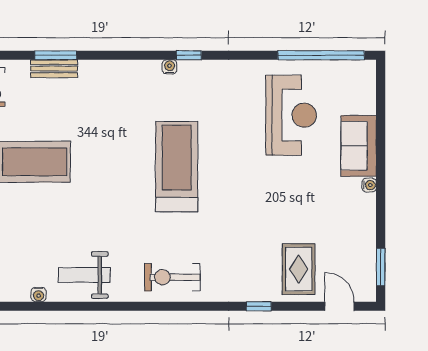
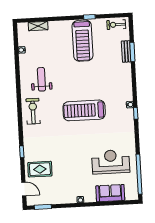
reception desk: (291, 115) -> (111, 162), turned 180
sofa: (359, 146) -> (110, 193), moved
treadmill: (177, 167) -> (84, 110), turned 180
weight bench: (84, 275) -> (41, 79), moved
door: (339, 306) -> (24, 189), hinge flipped

